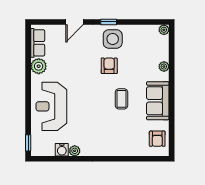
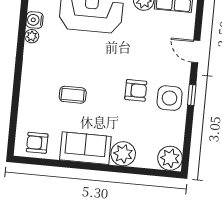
plant: (164, 30) -> (170, 158), width x1.87, depth x1.87
plant: (164, 67) -> (123, 154), width x1.88, depth x1.88
coffee table: (122, 99) -> (73, 95), moved

